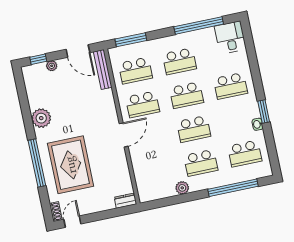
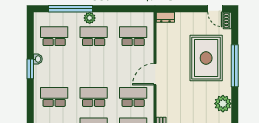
school desk: (194, 129) -> (133, 36), moved
plant: (182, 188) -> (90, 18), moved
door: (72, 222) -> (215, 9), hinge flipped

